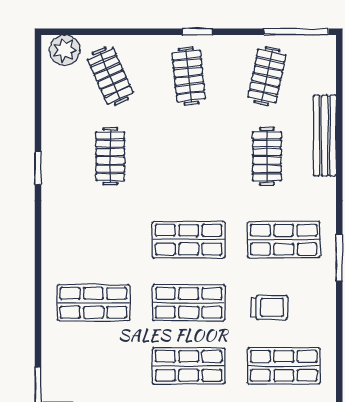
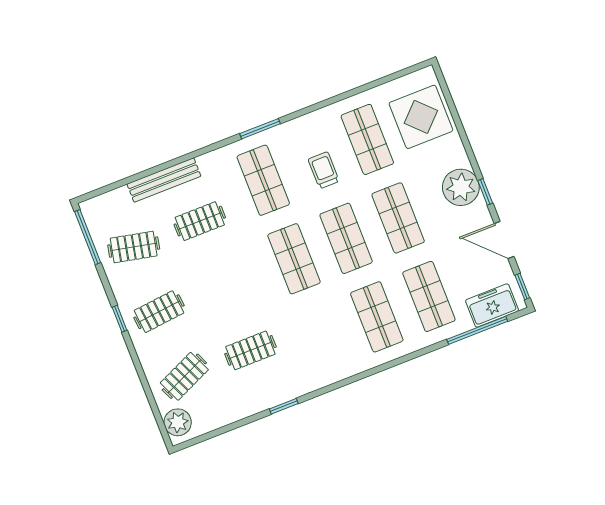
shop shelf: (93, 366) -> (429, 296), added

